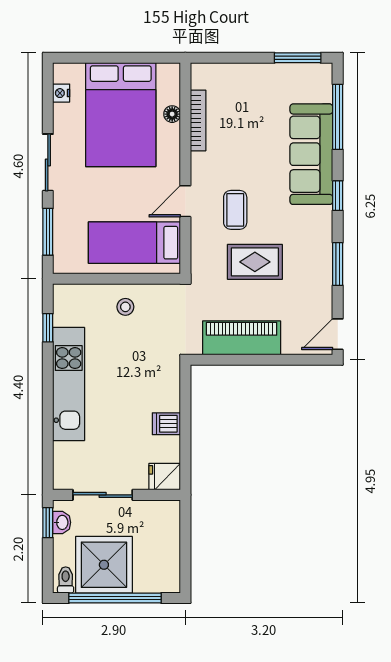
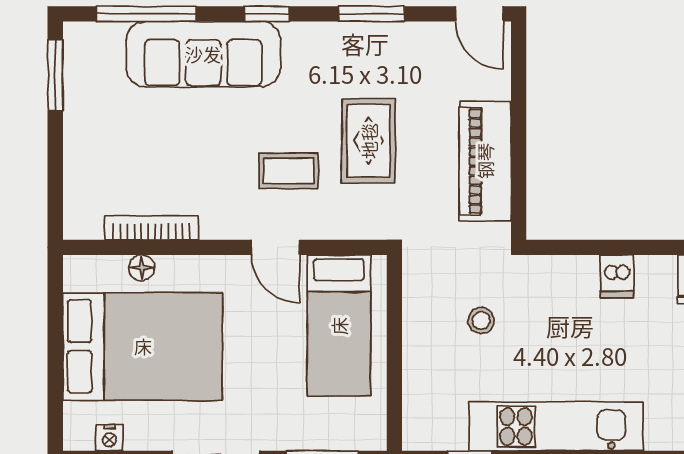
stool: (125, 307) -> (481, 320), moved

